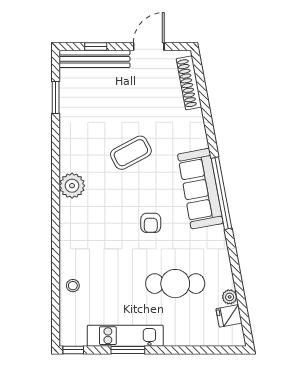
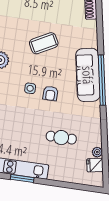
side table: (121, 220) -> (30, 88), added
cafe table: (175, 284) -> (61, 138), width x0.73, depth x0.74

